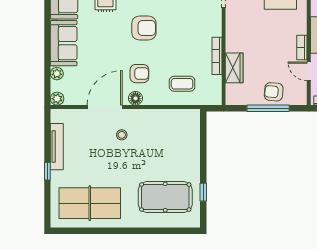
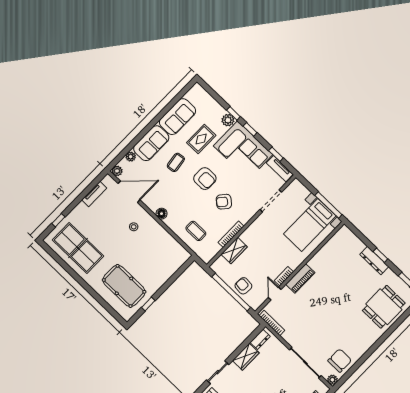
coffee table: (103, 39) -> (176, 162), added
armchair: (139, 74) -> (224, 202), moved, turned 130
door: (105, 107) -> (129, 192), moved
window: (268, 108) -> (231, 292), width x1.46
tv unit: (57, 147) -> (94, 194), width x0.71
window: (47, 171) -> (58, 220), moved

